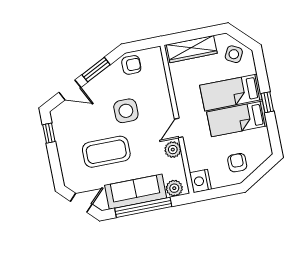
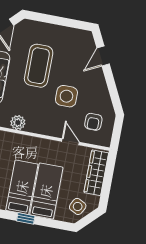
armchair: (131, 65) -> (93, 122), moved
window: (96, 70) -> (111, 85), removed
door: (179, 128) -> (70, 142), moved
window: (49, 133) -> (74, 24), removed

